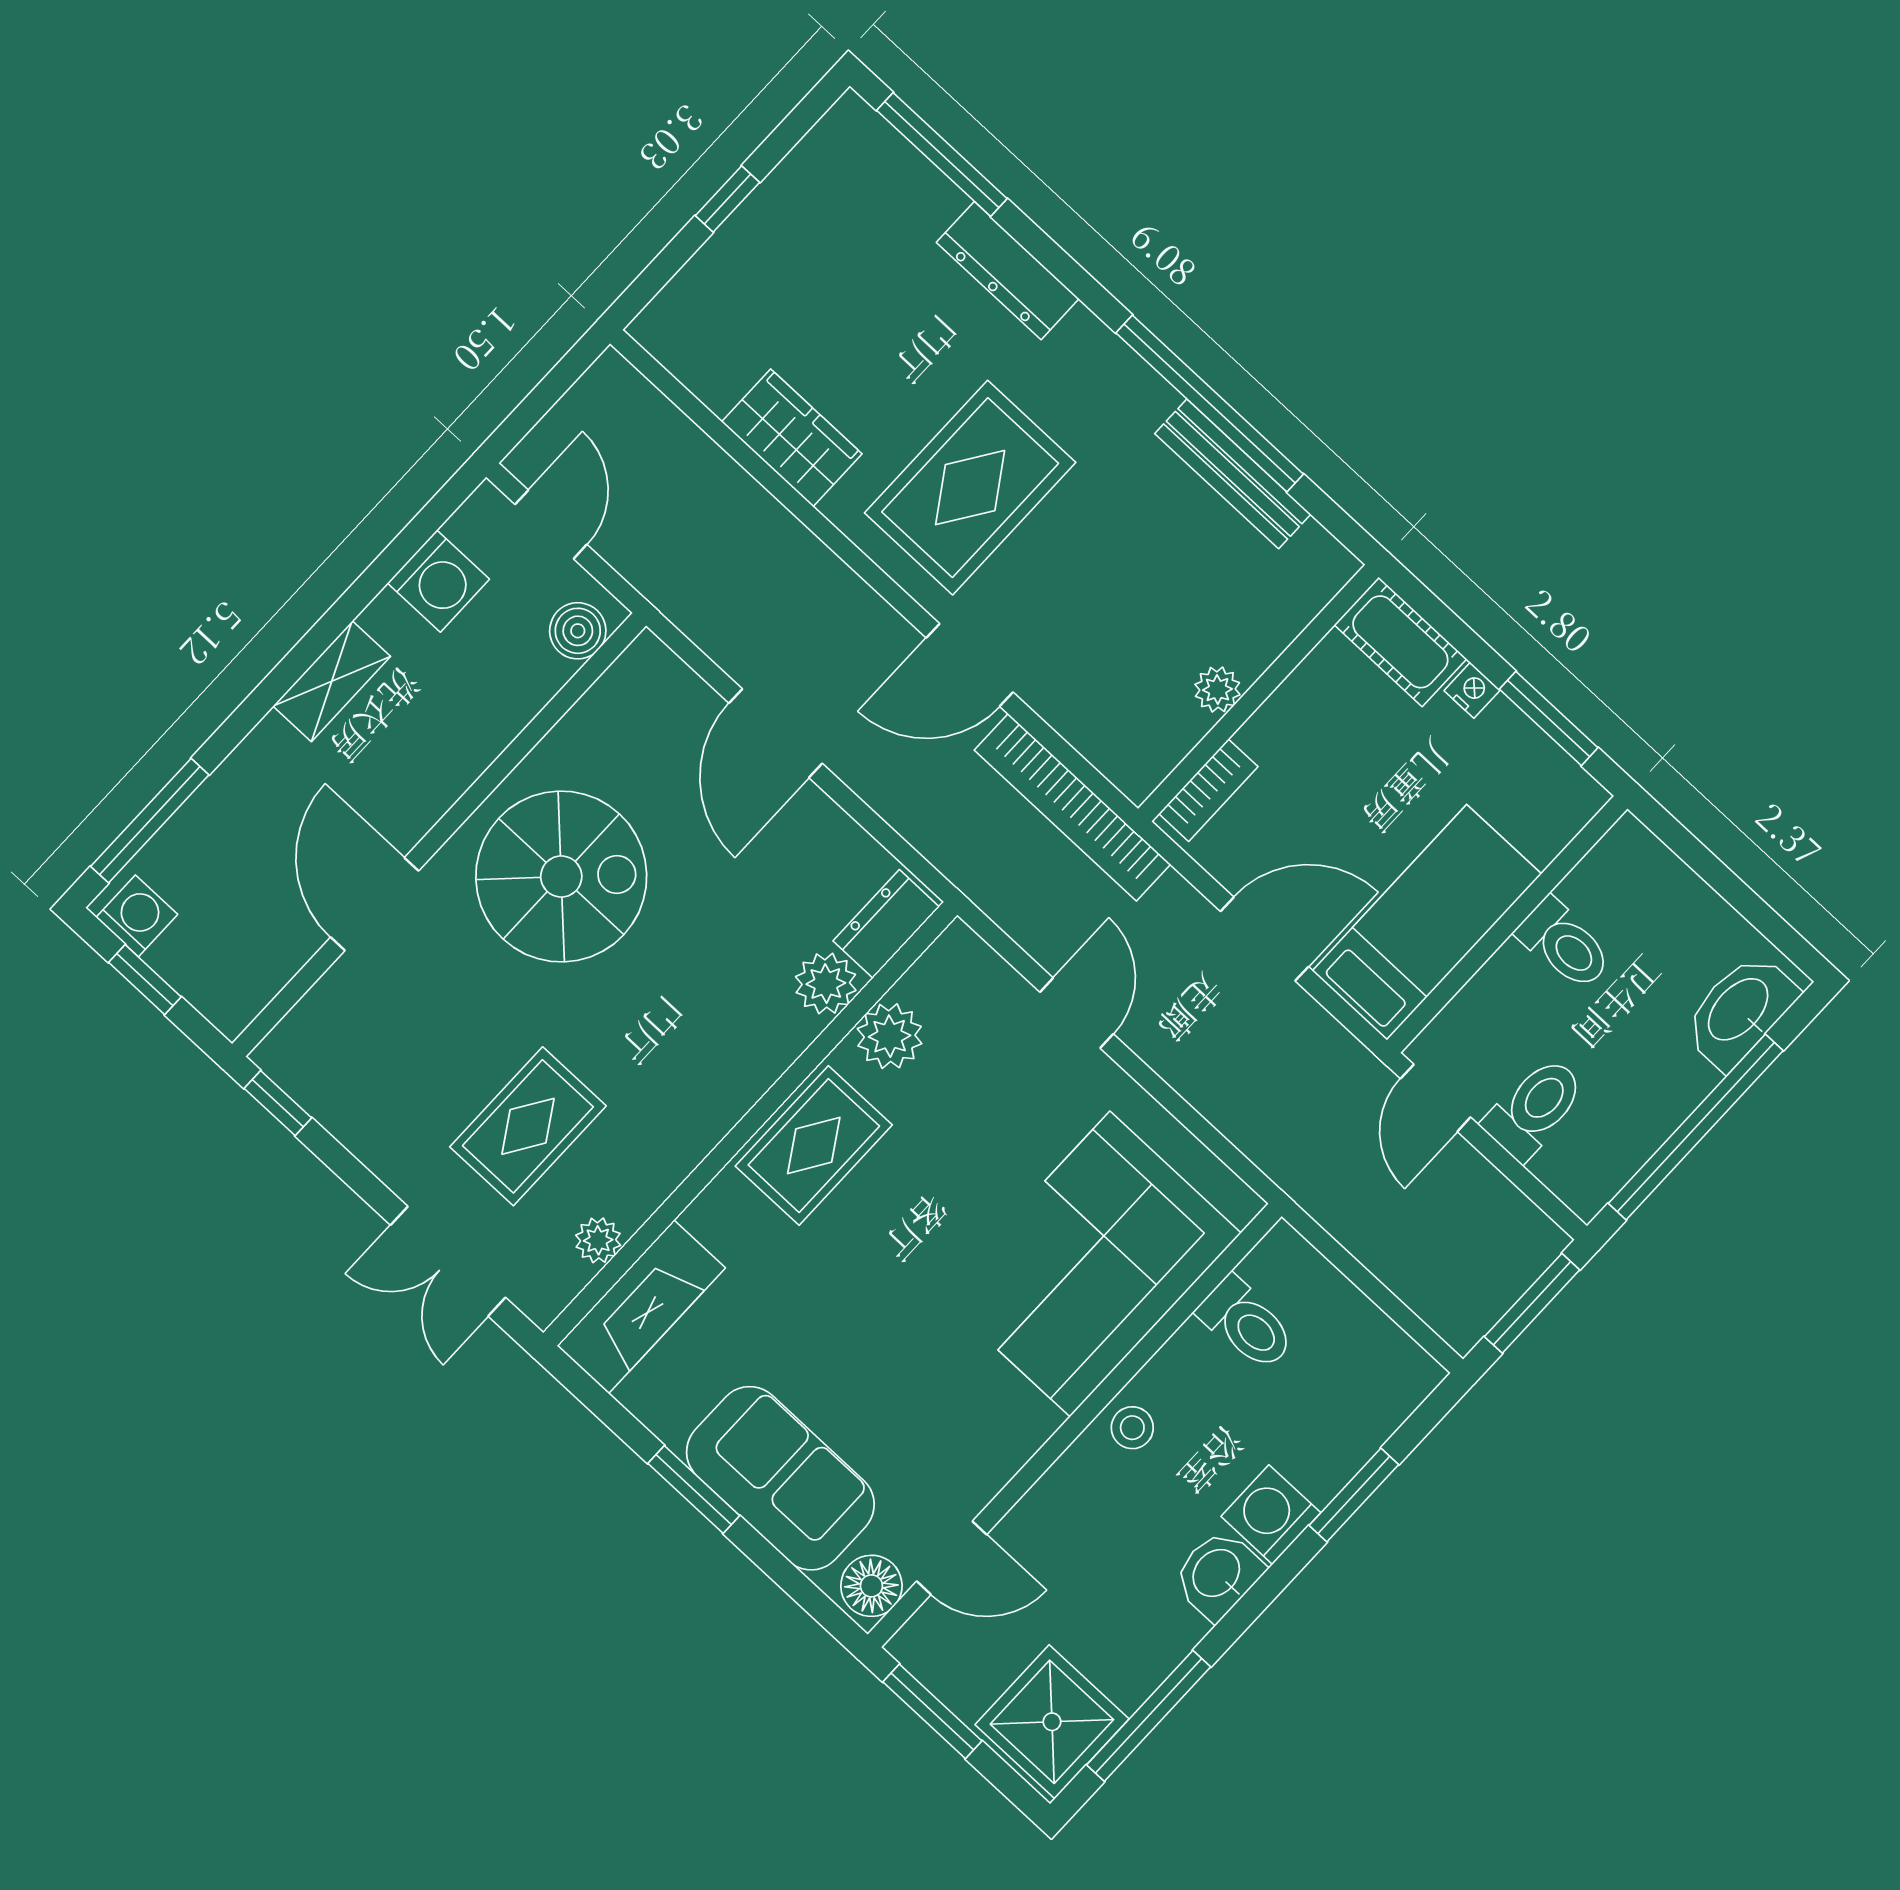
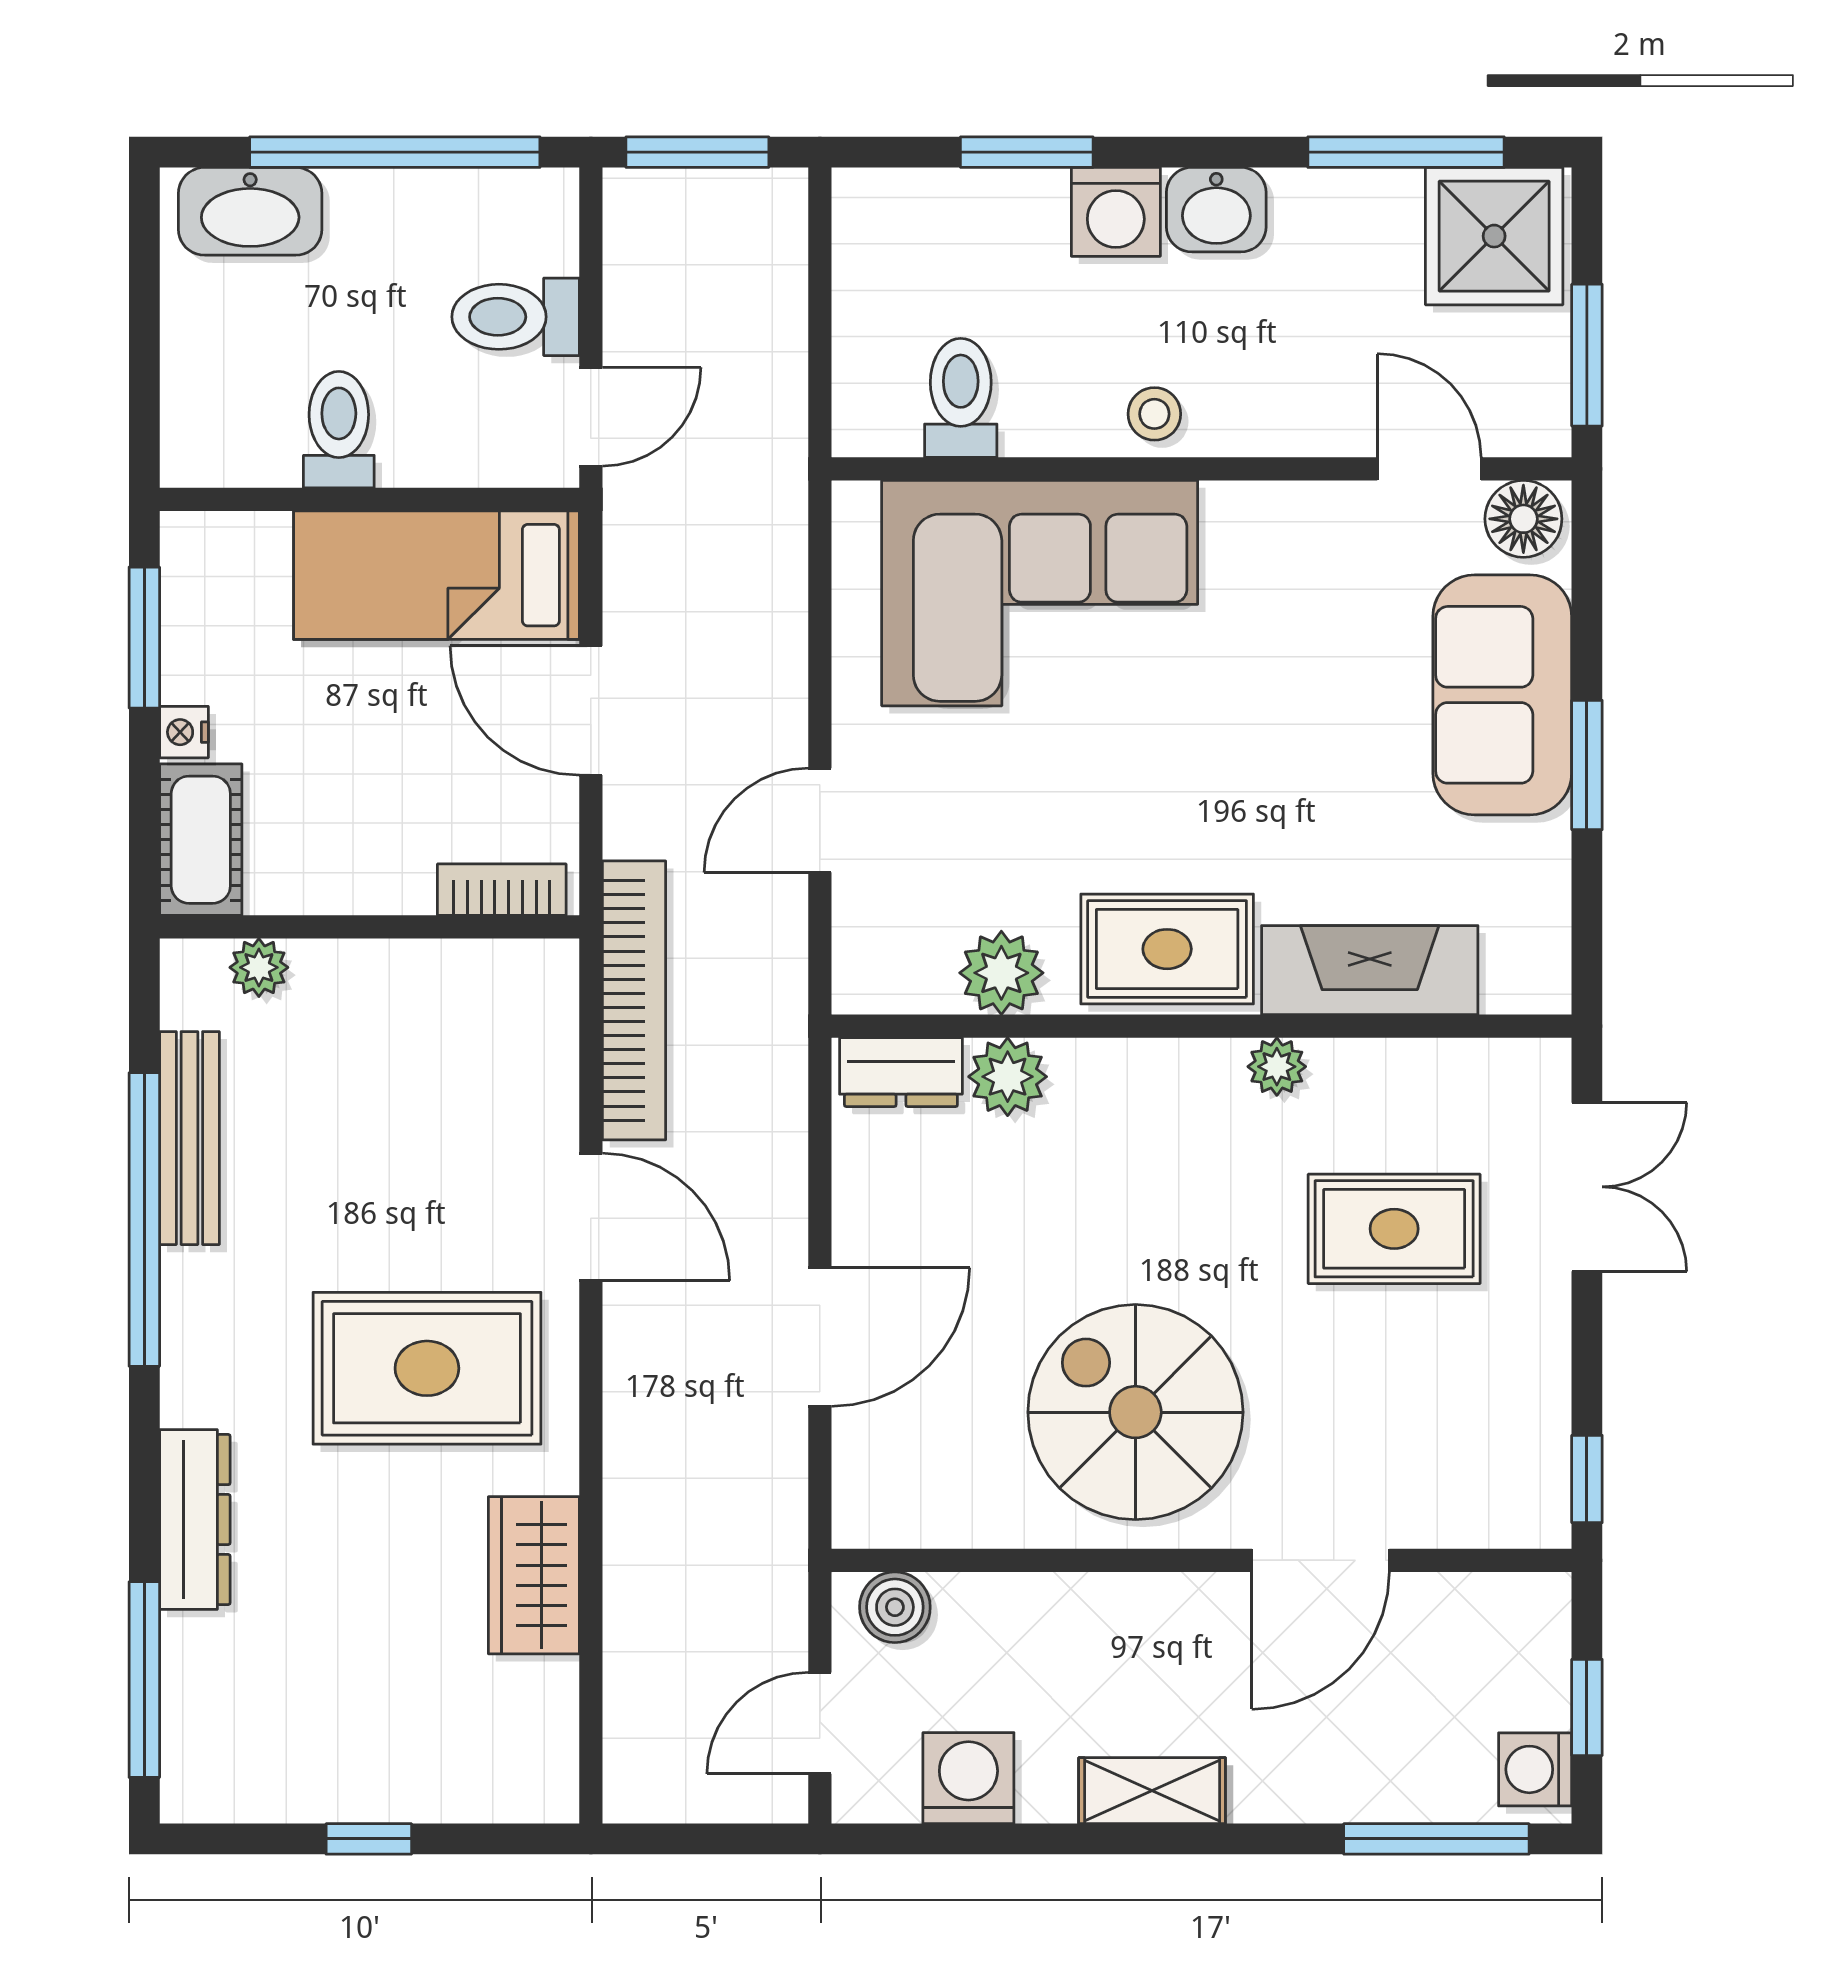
plant: (1217, 690) -> (259, 967), moved
plant: (598, 1240) -> (1277, 1067), moved
fireplace: (641, 1307) -> (1370, 970), moved

